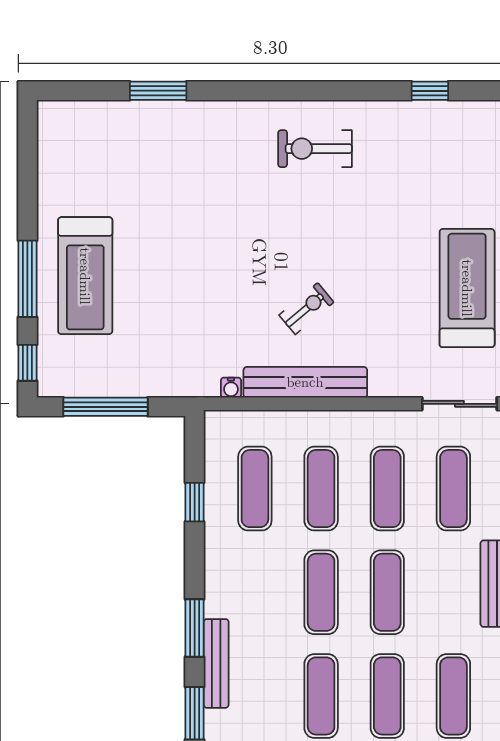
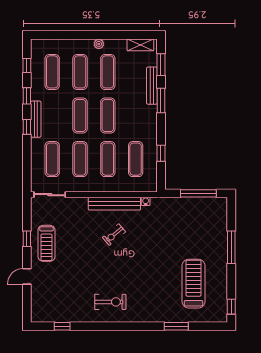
treadmill: (85, 276) -> (193, 284), moved
treadmill: (467, 288) -> (46, 243), width x0.73, depth x0.73
window: (27, 363) -> (231, 307), moved

